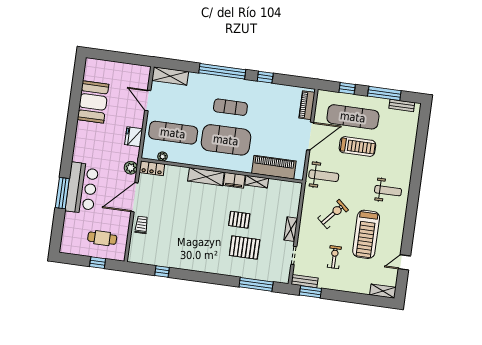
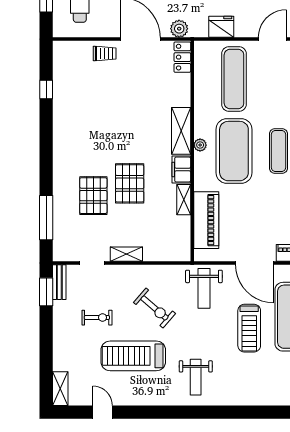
plant: (162, 156) -> (200, 145), moved
pallet: (239, 220) -> (130, 183), width x1.50, depth x1.42

